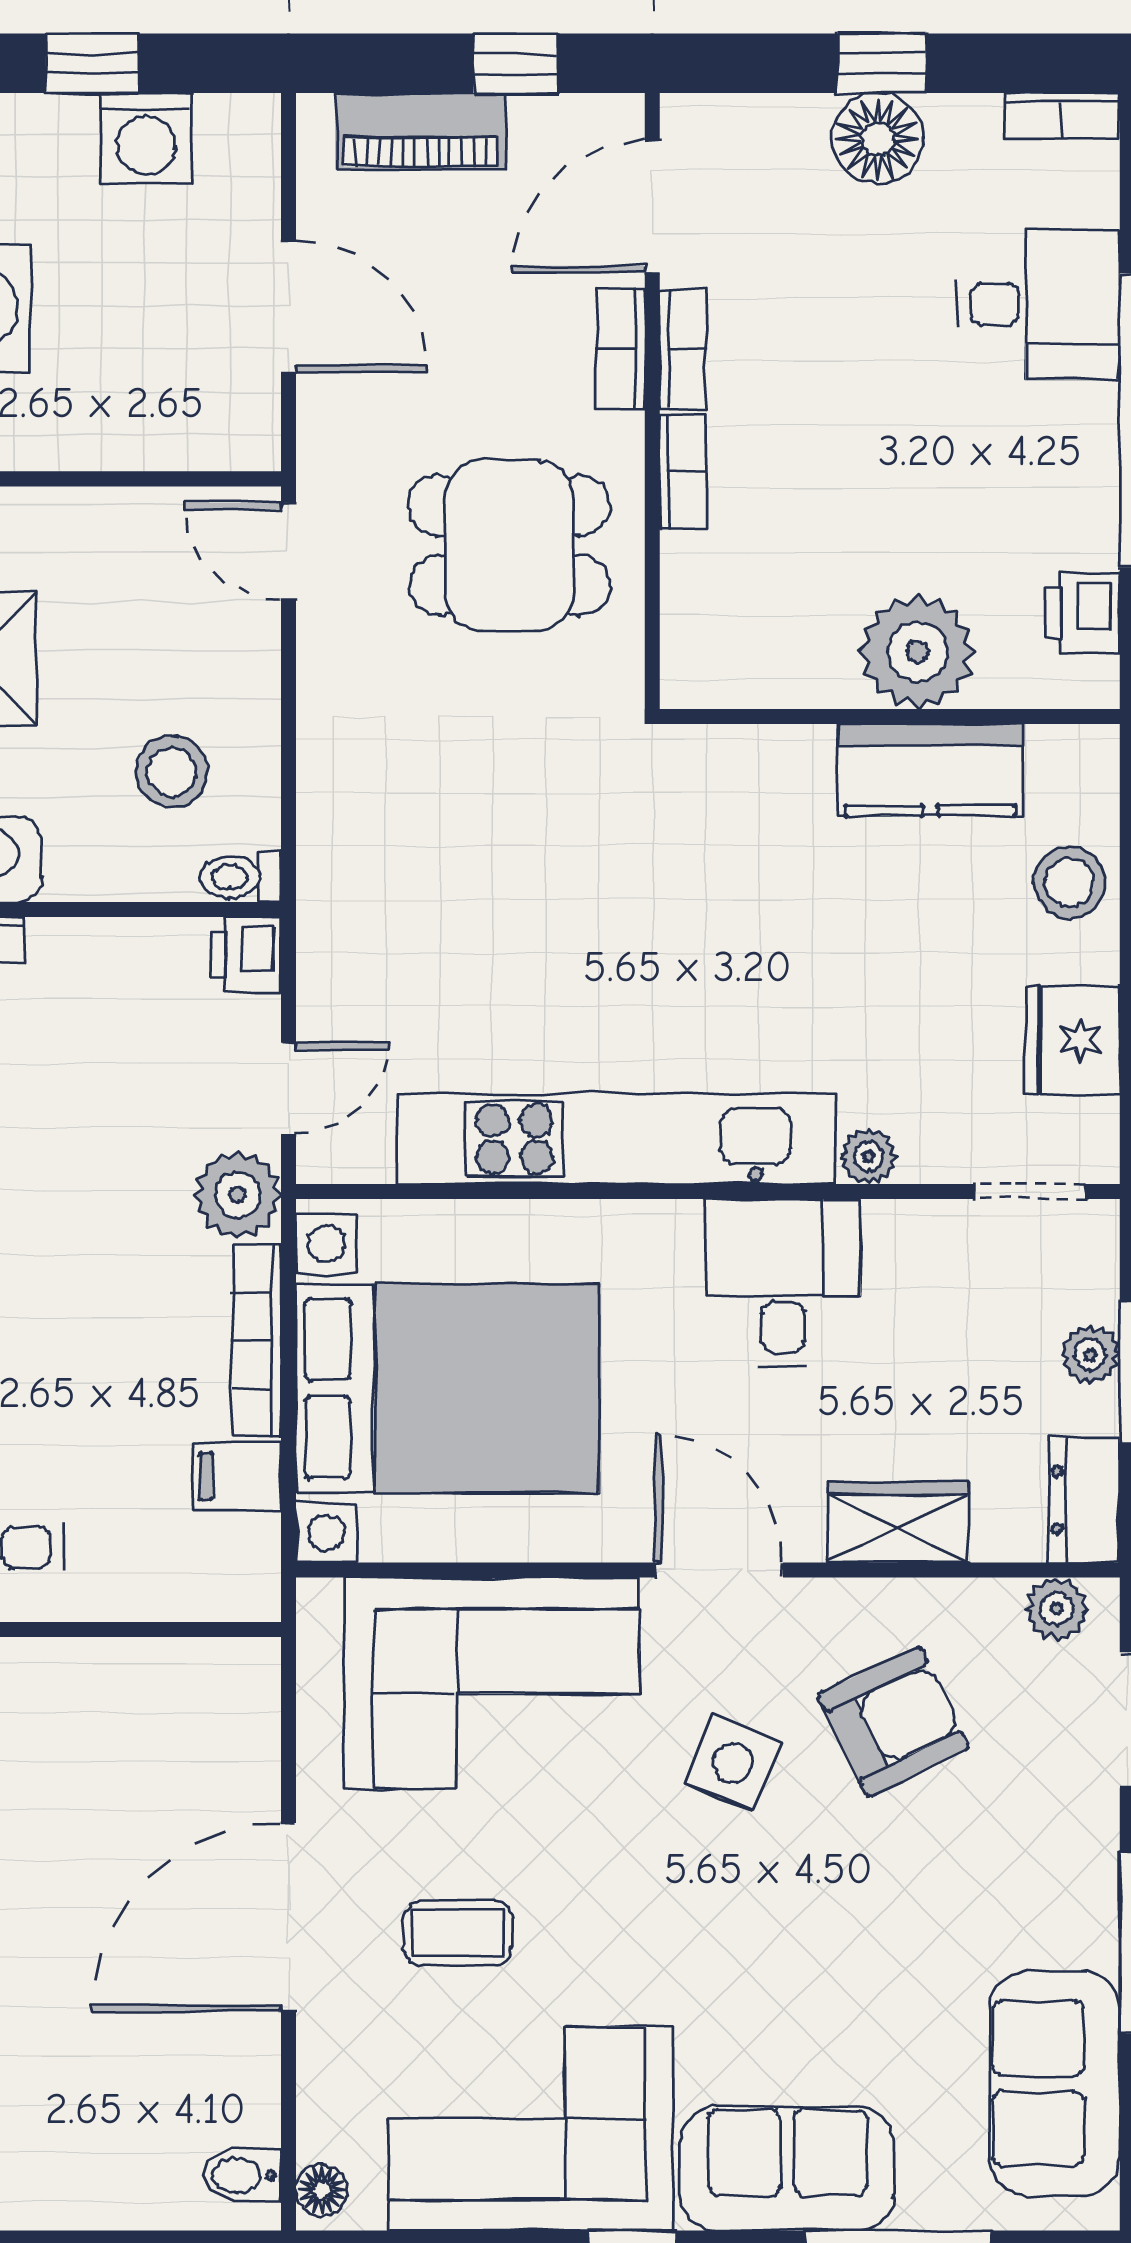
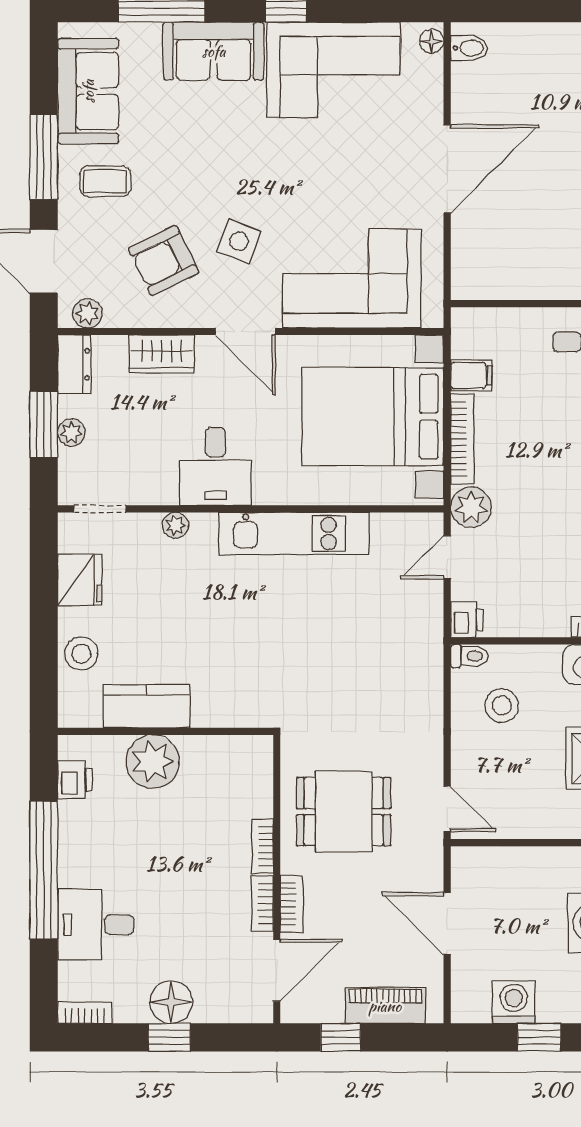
kitchen unit: (616, 1139) -> (294, 534), width x0.73
coffee table: (458, 1933) -> (105, 181), moved

